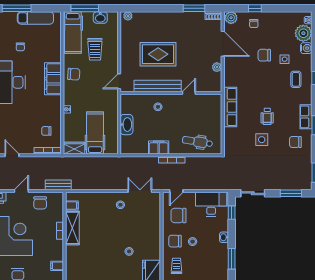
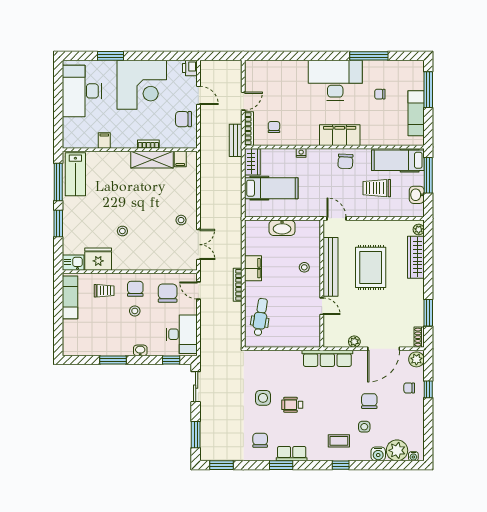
wardrobe: (150, 18) -> (416, 257), added
row of seats: (230, 107) -> (327, 358), moved
door: (12, 155) -> (243, 101), moved
bench: (58, 185) -> (236, 140), moved

